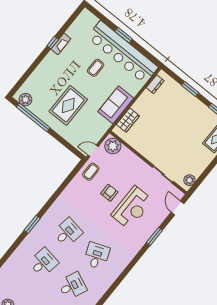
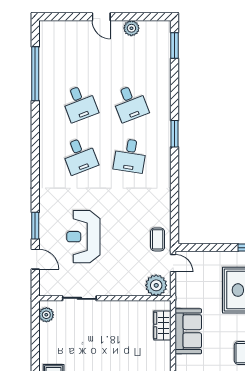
door: (93, 151) -> (173, 263), hinge flipped
armchair: (109, 193) -> (120, 233), removed
door: (177, 208) -> (35, 259), moved
desk: (43, 262) -> (130, 103), turned -30
desk: (72, 286) -> (80, 103), turned -45

